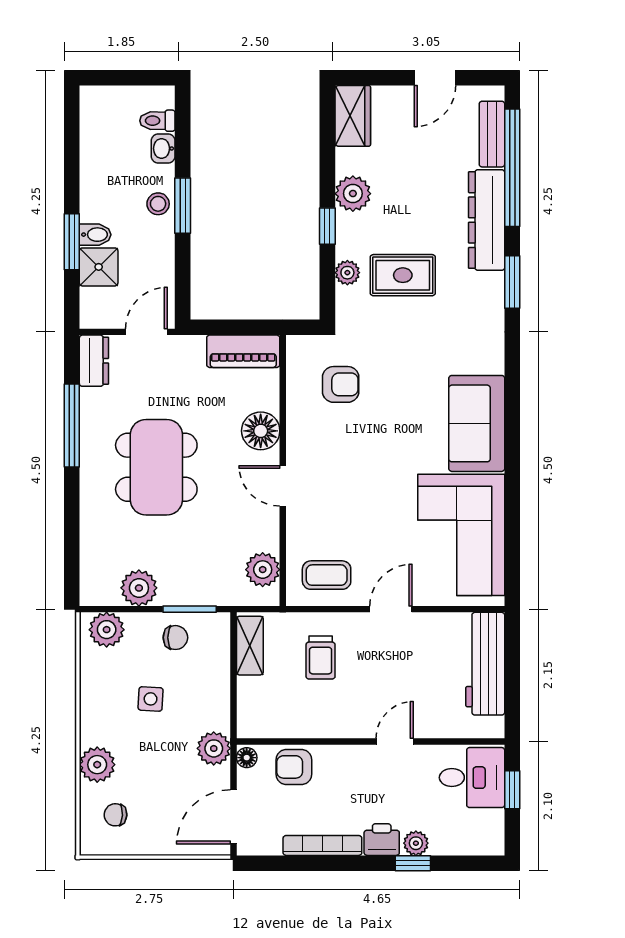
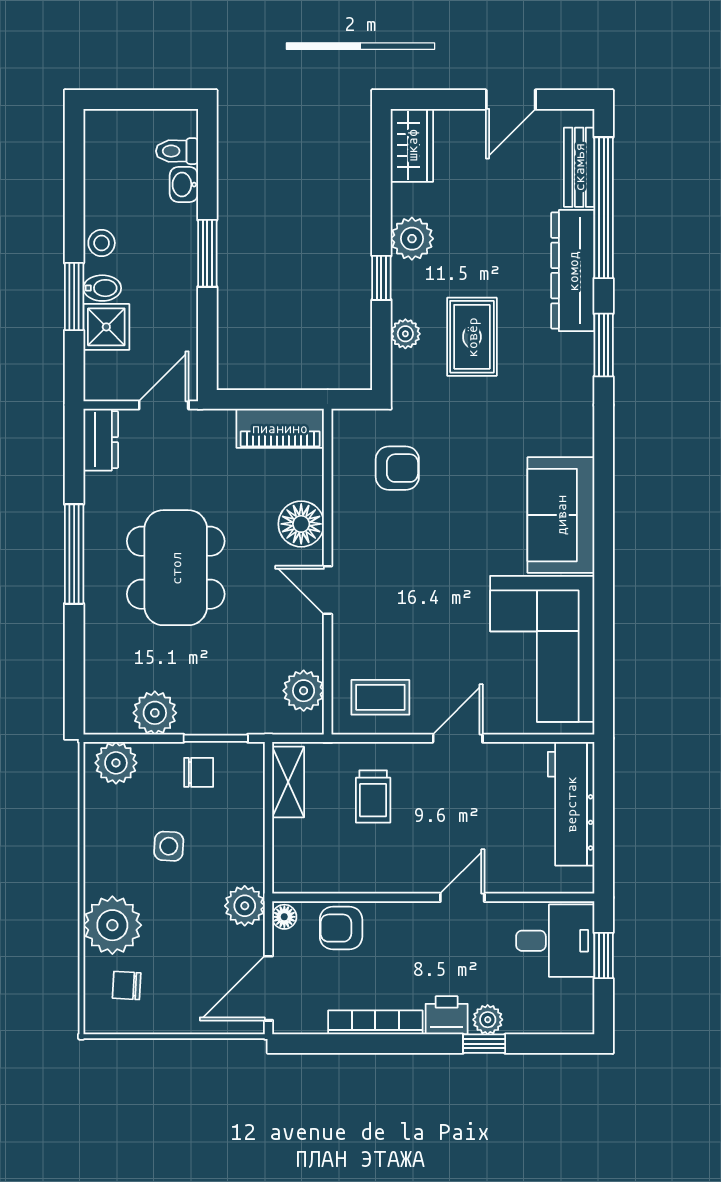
stool: (158, 204) -> (102, 243), moved
rug: (403, 275) -> (472, 337), turned 90
window: (72, 426) -> (74, 554), moved
plant: (97, 765) -> (112, 925), width x1.36, depth x1.36

